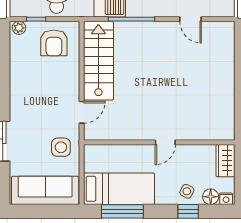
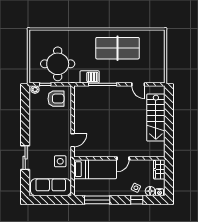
armchair: (54, 43) -> (56, 99), turned -90
stairs: (98, 61) -> (156, 118), moved, turned 180
bed: (119, 189) -> (95, 169), moved

